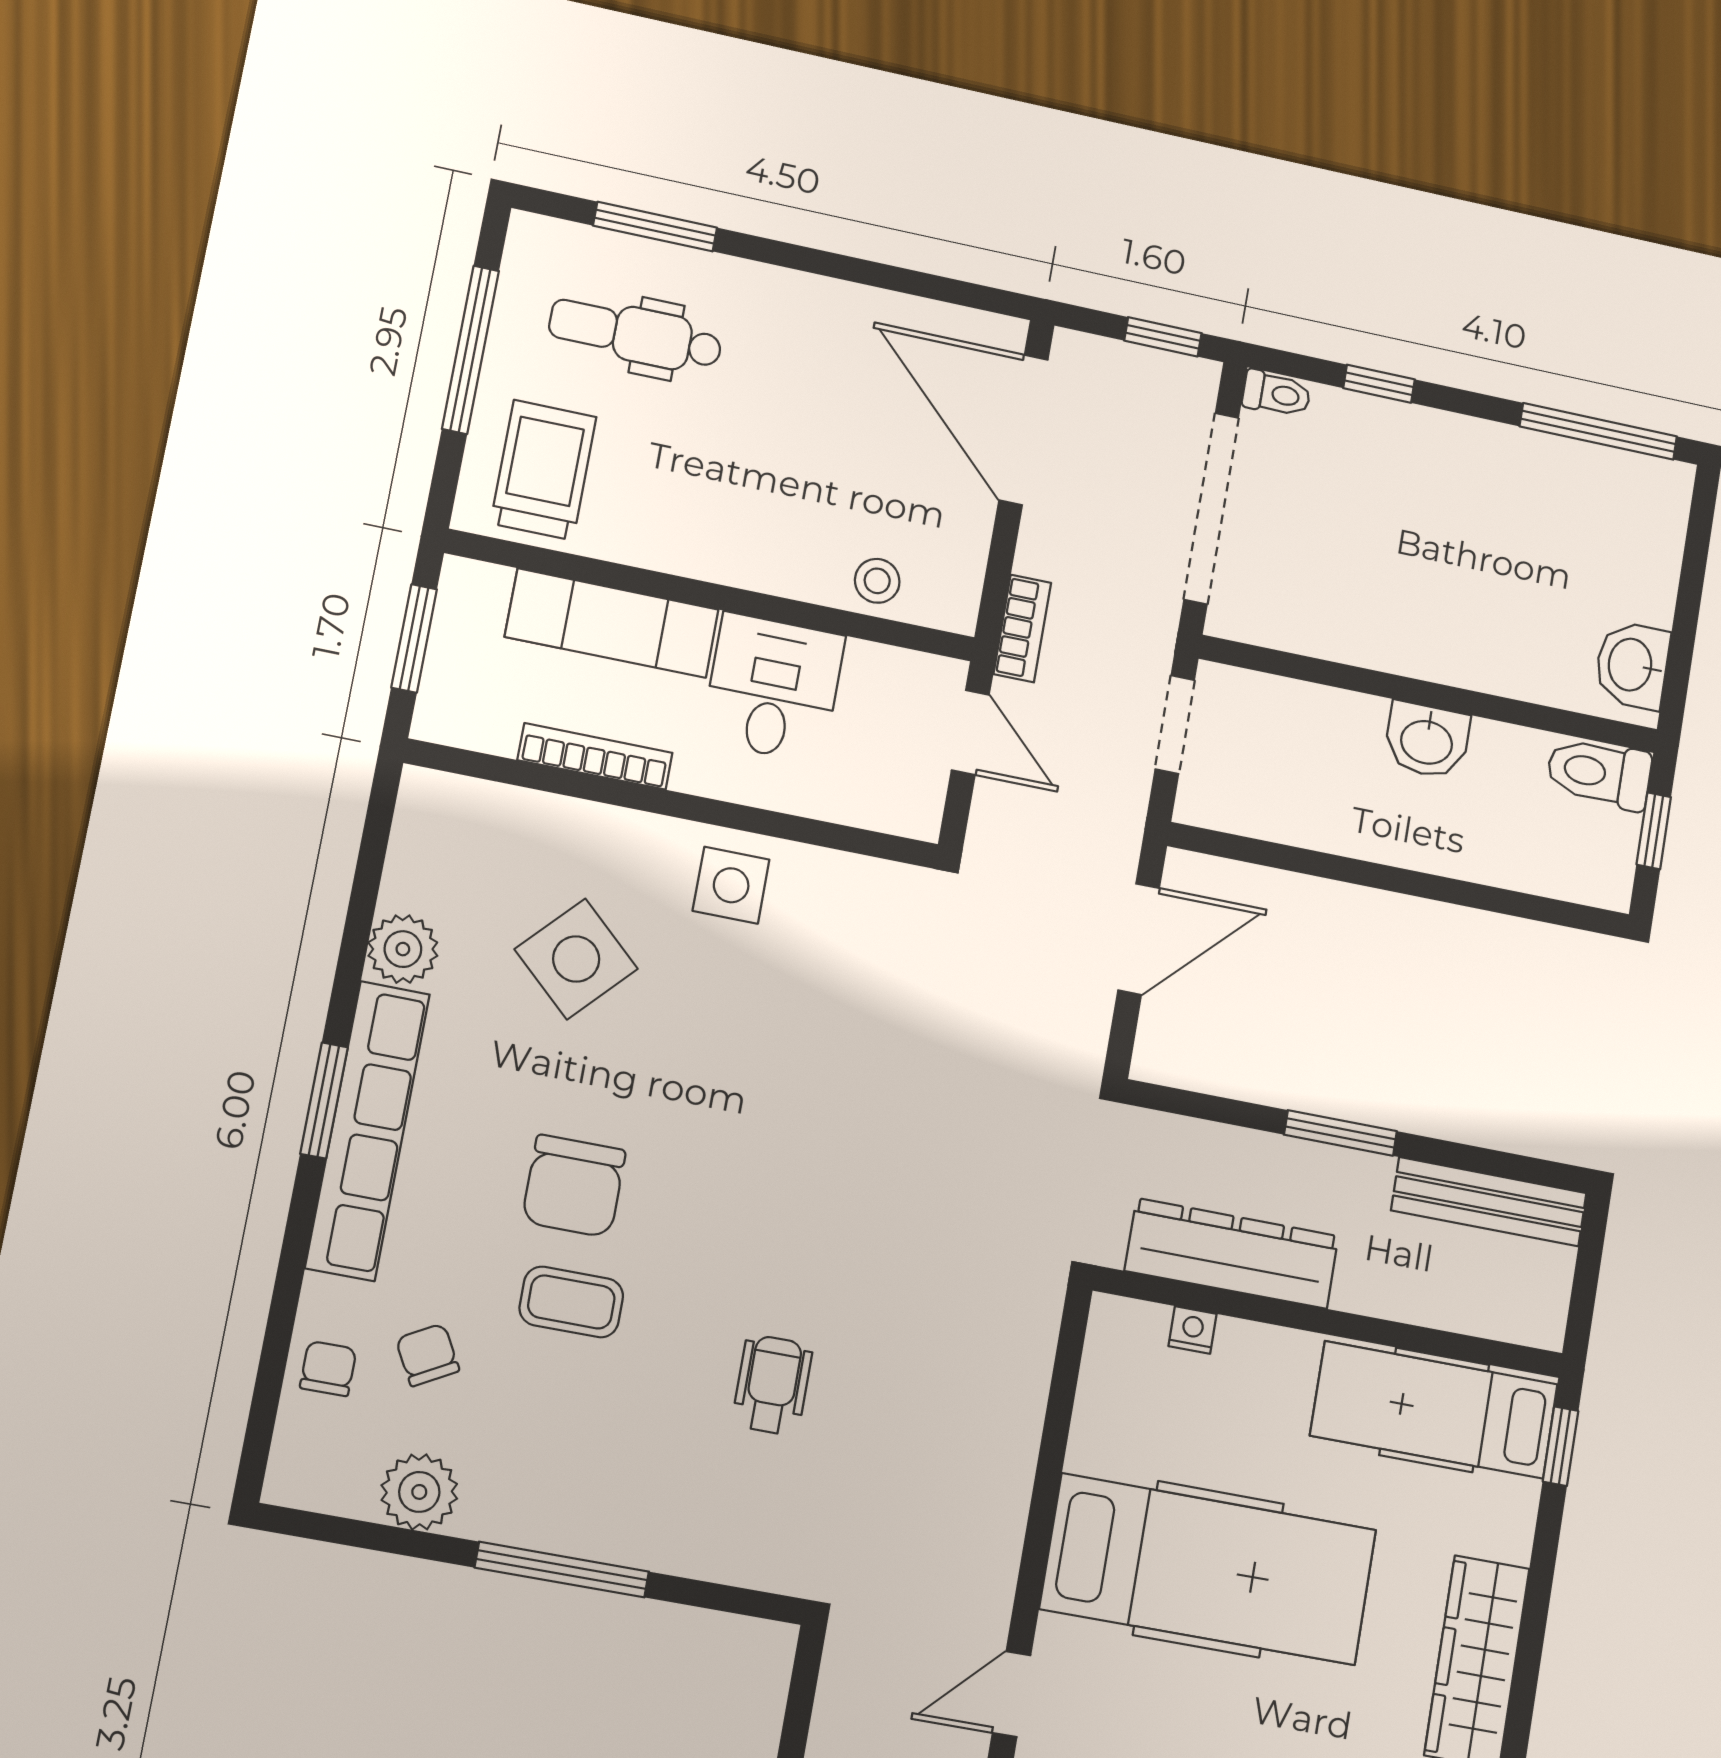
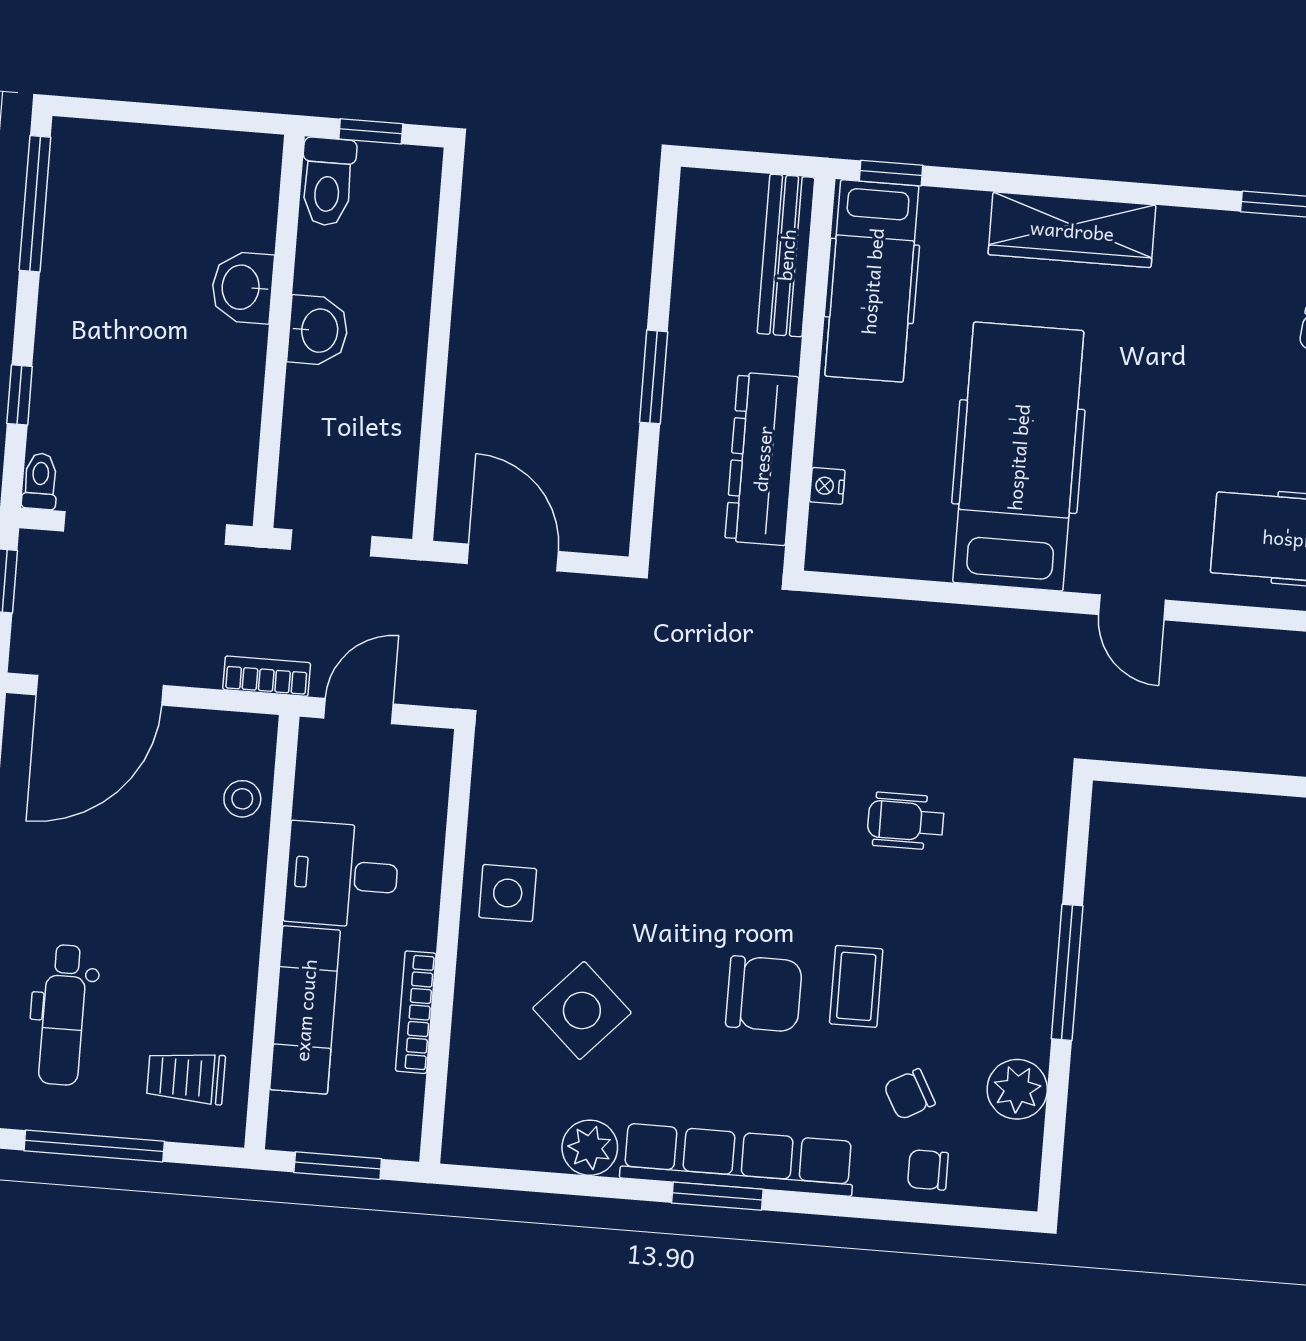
trolley: (543, 470) -> (186, 1077), width x0.73, depth x0.72
washbasin: (1632, 665) -> (242, 287), moved, turned 90
bench: (1489, 1202) -> (786, 255), moved

